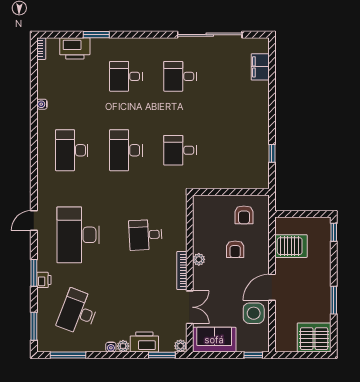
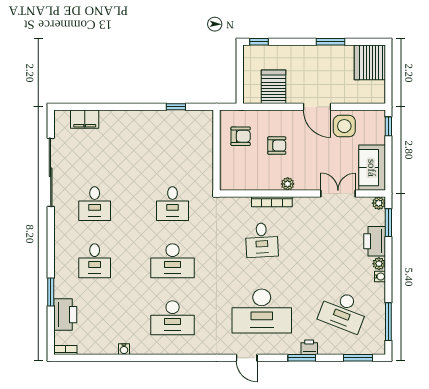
bookcase: (182, 270) -> (272, 202), moved

